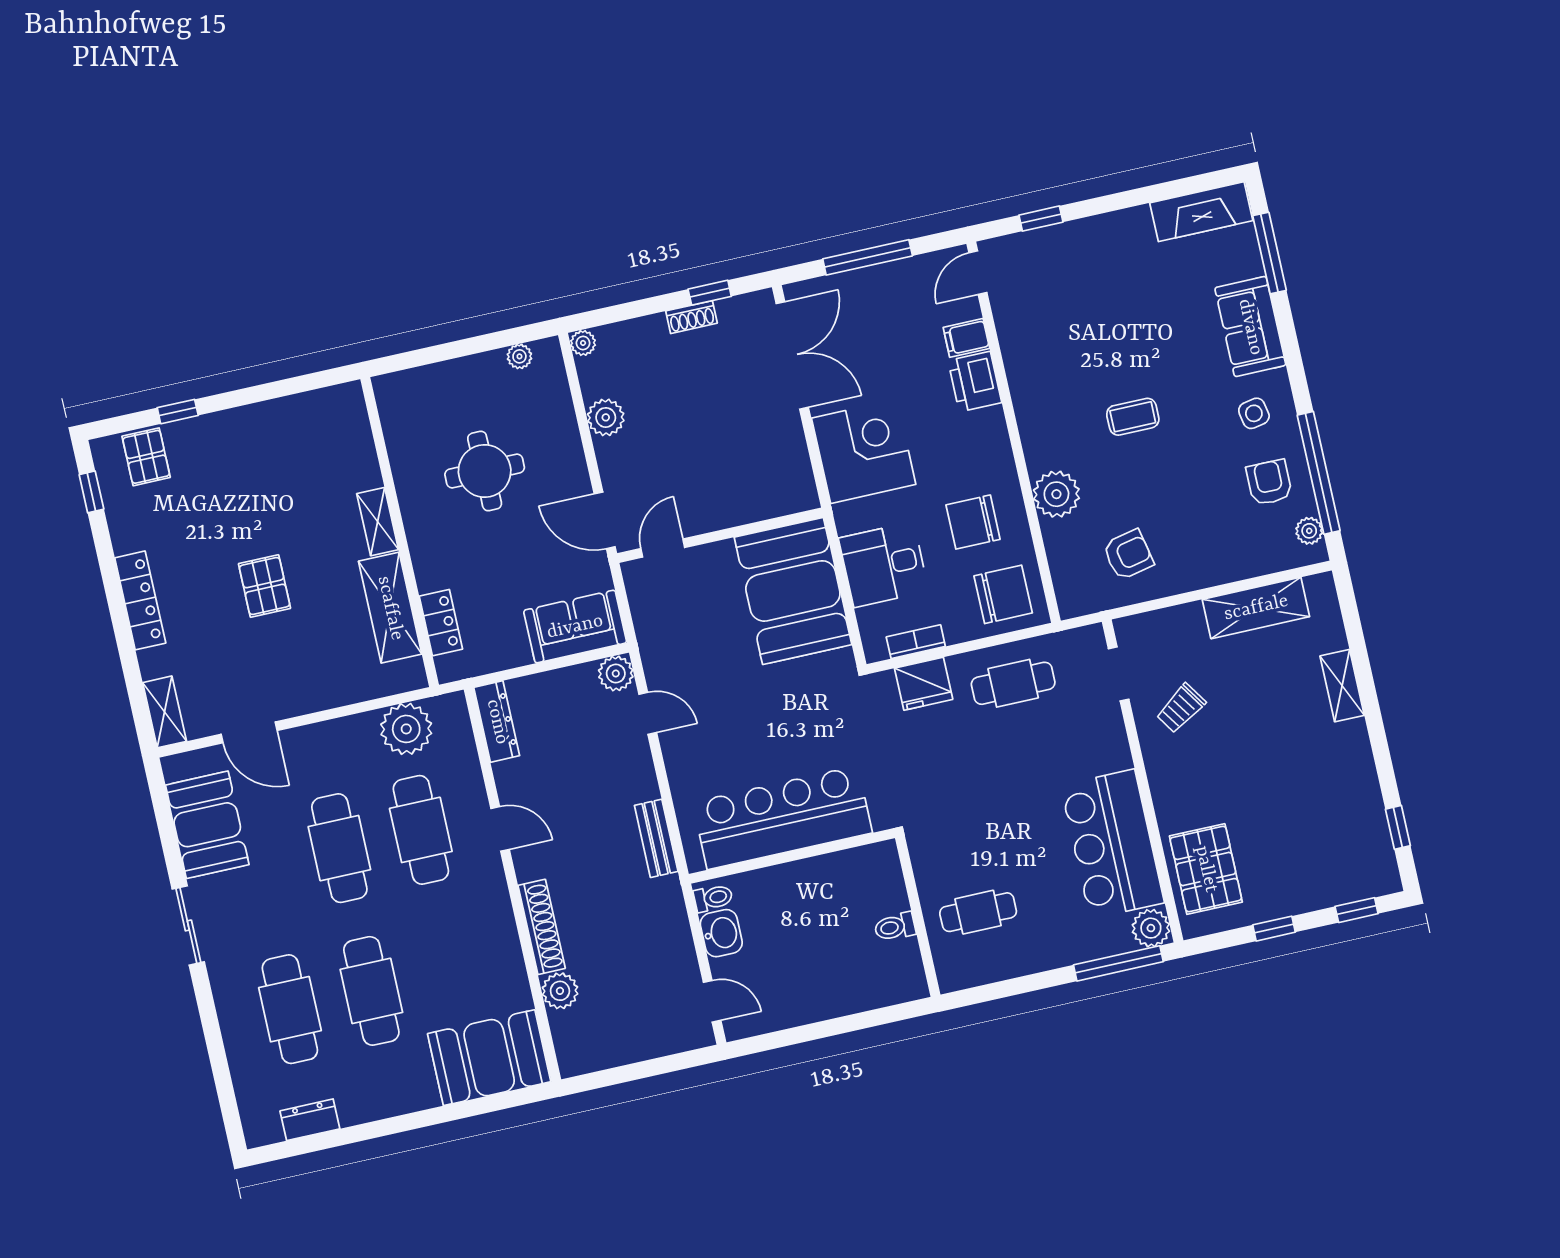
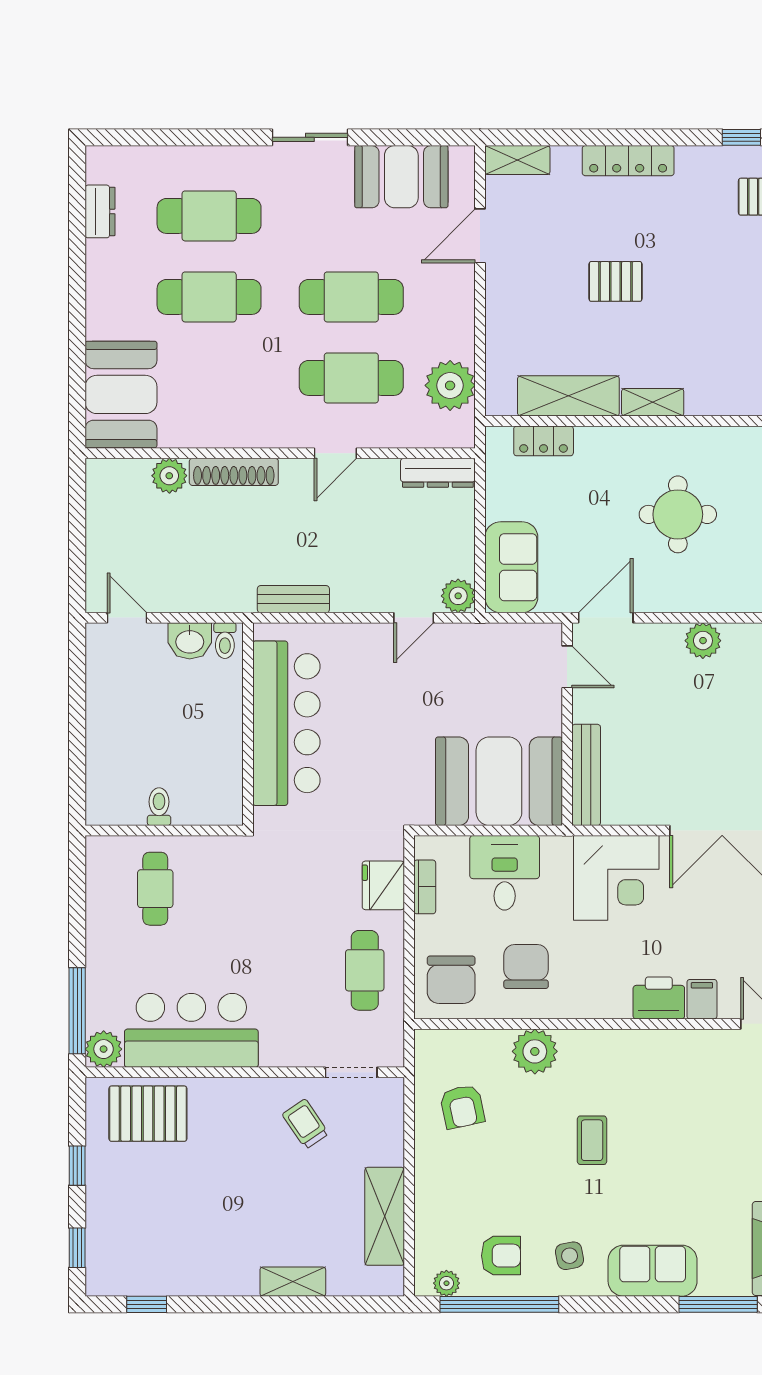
bench: (767, 505) -> (586, 775), added
door: (712, 1001) -> (127, 618), swing flipped

